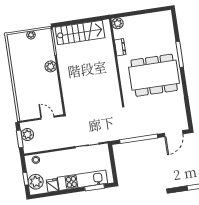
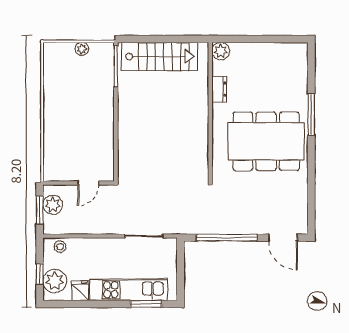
plant: (51, 66) -> (105, 103), removed
door: (47, 118) -> (88, 183), swing flipped
door: (174, 134) -> (283, 238), hinge flipped

